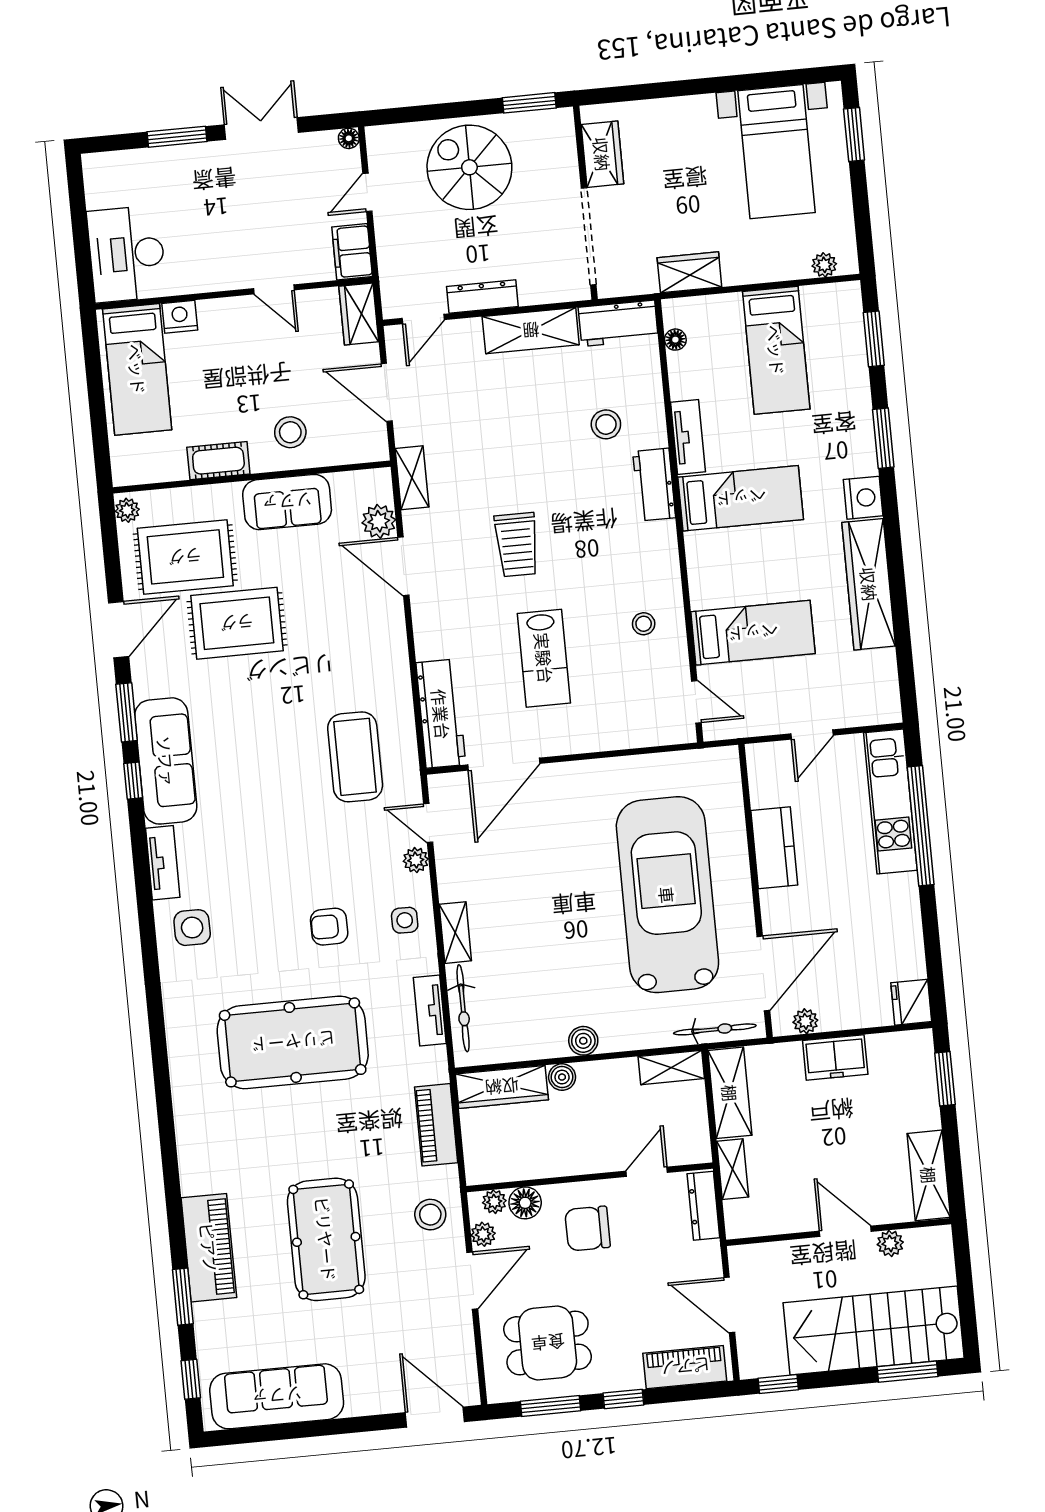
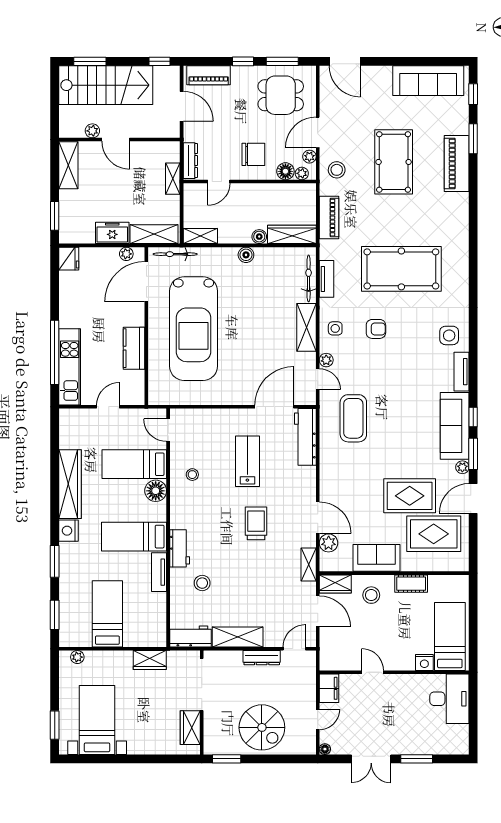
wardrobe: (359, 314) -> (335, 584), moved, turned 90
floor lamp: (675, 340) -> (156, 491), moved, width x1.89, depth x1.89
plant: (127, 510) -> (462, 467), moved
shelving: (455, 933) -> (306, 327), width x1.50, depth x1.33
shelving: (730, 1093) -> (154, 234), moved, turned 90

